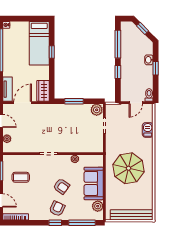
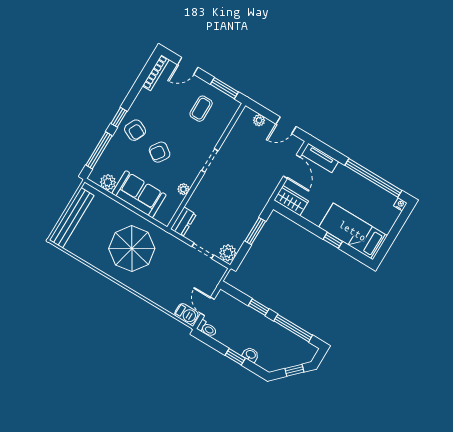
barbecue: (148, 130) -> (186, 314), moved
dresser: (94, 147) -> (183, 222), added

